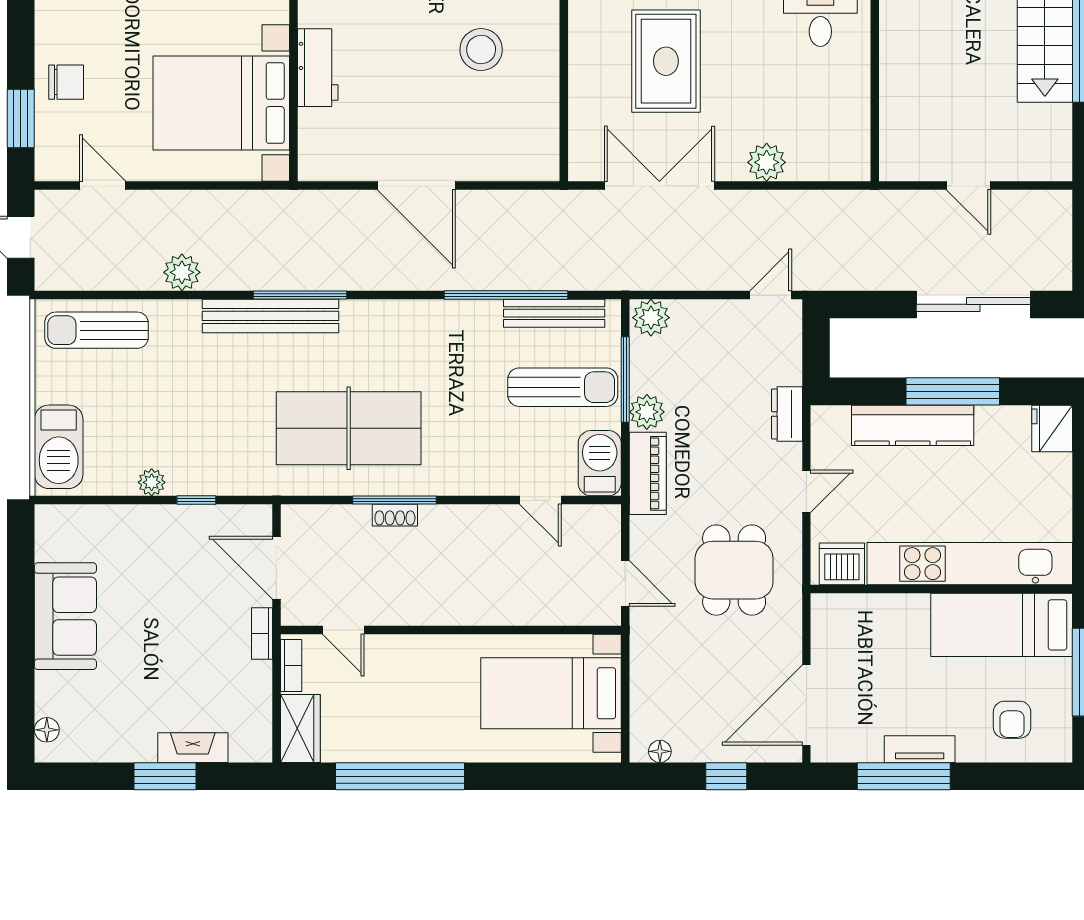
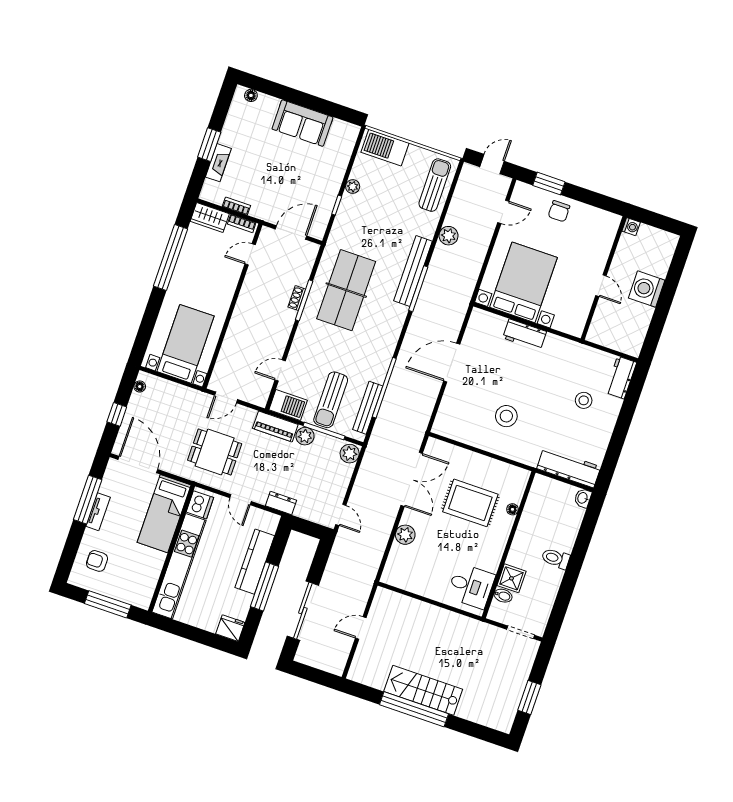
bed: (1002, 625) -> (164, 514), moved, turned 180
bookcase: (262, 633) -> (236, 206), moved

